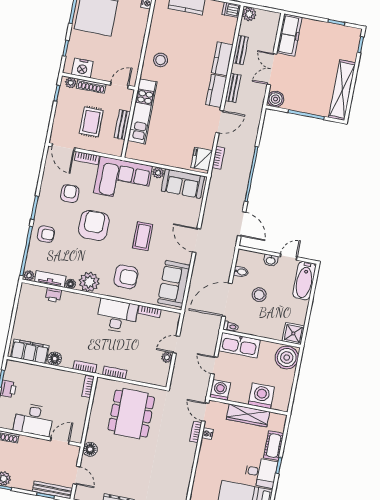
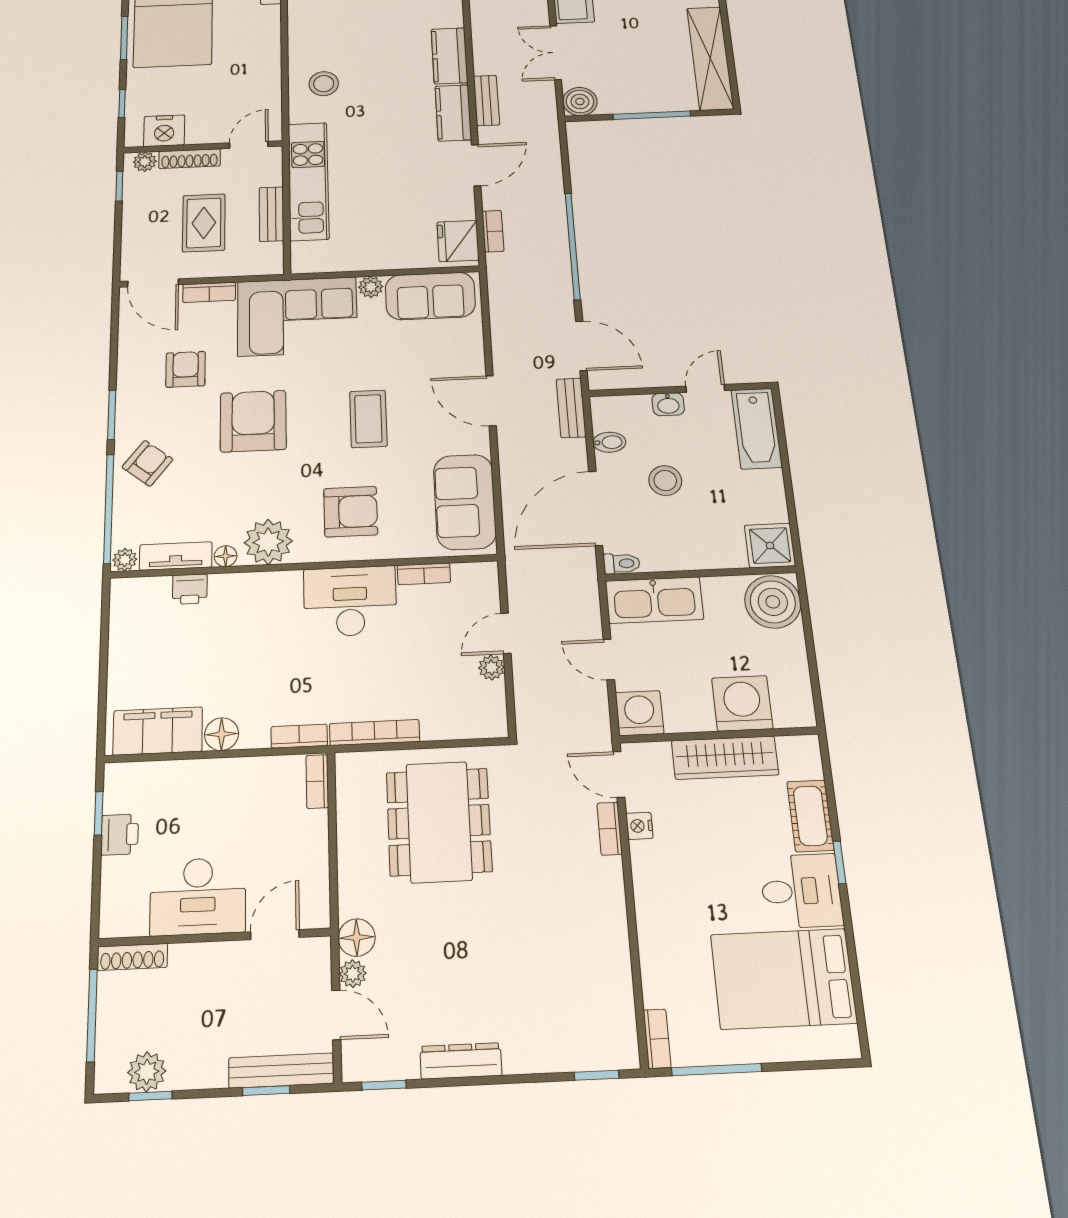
bench: (240, 50) -> (571, 408), moved
armchair: (46, 234) -> (147, 463), turned -52
bookcase: (115, 373) -> (375, 733), width x1.56
plant: (86, 462) -> (353, 974), added

